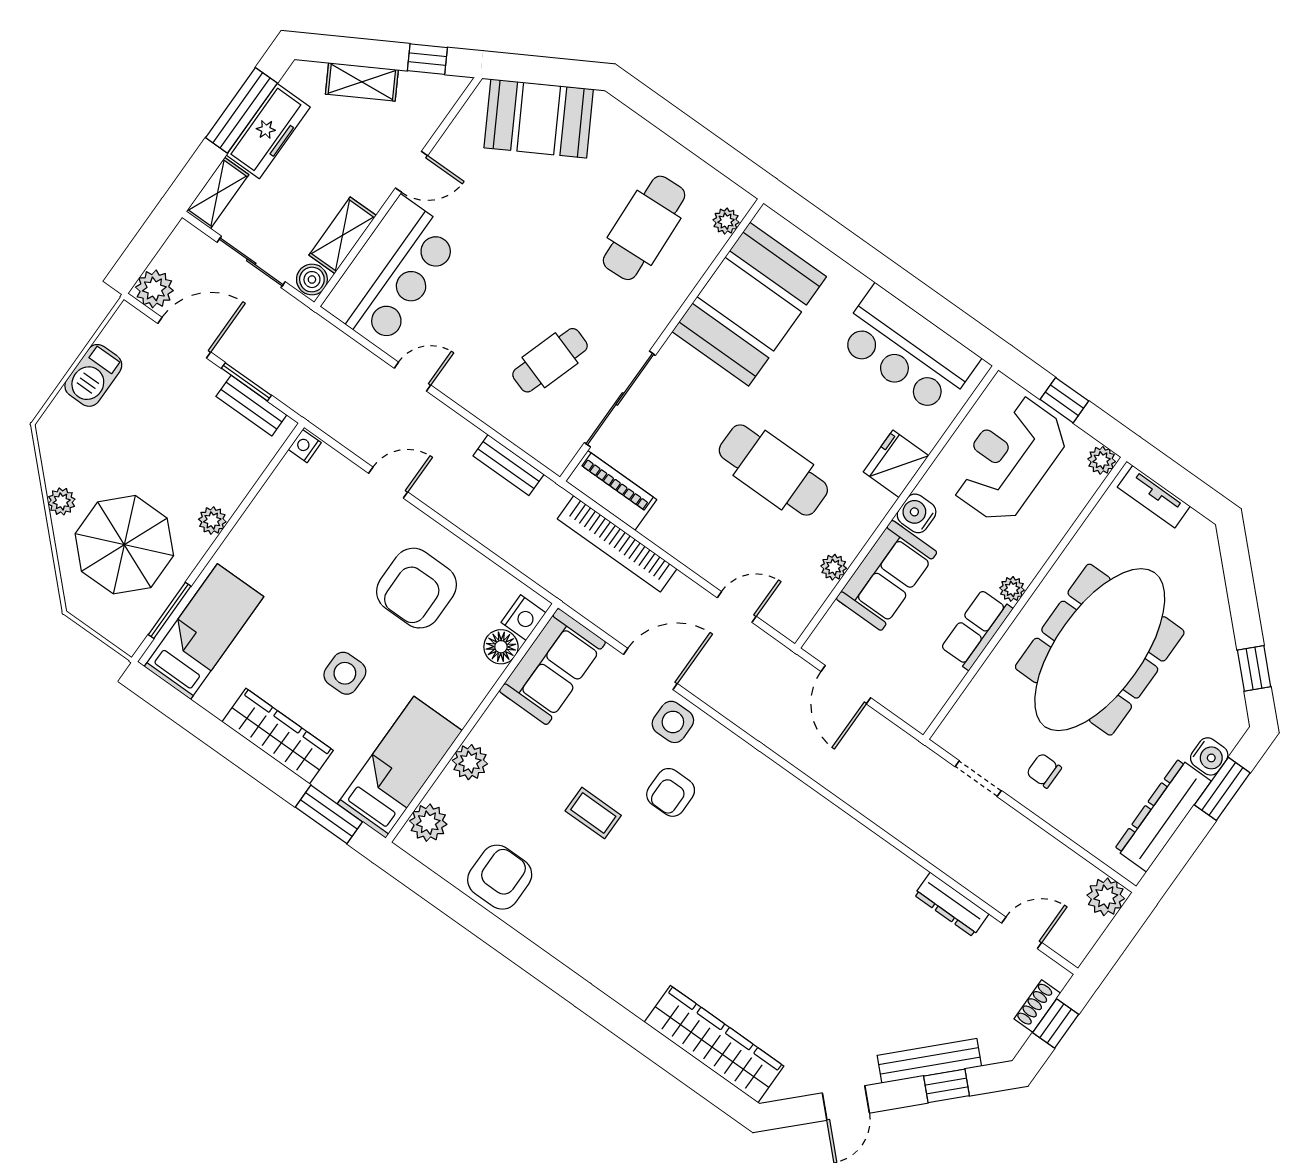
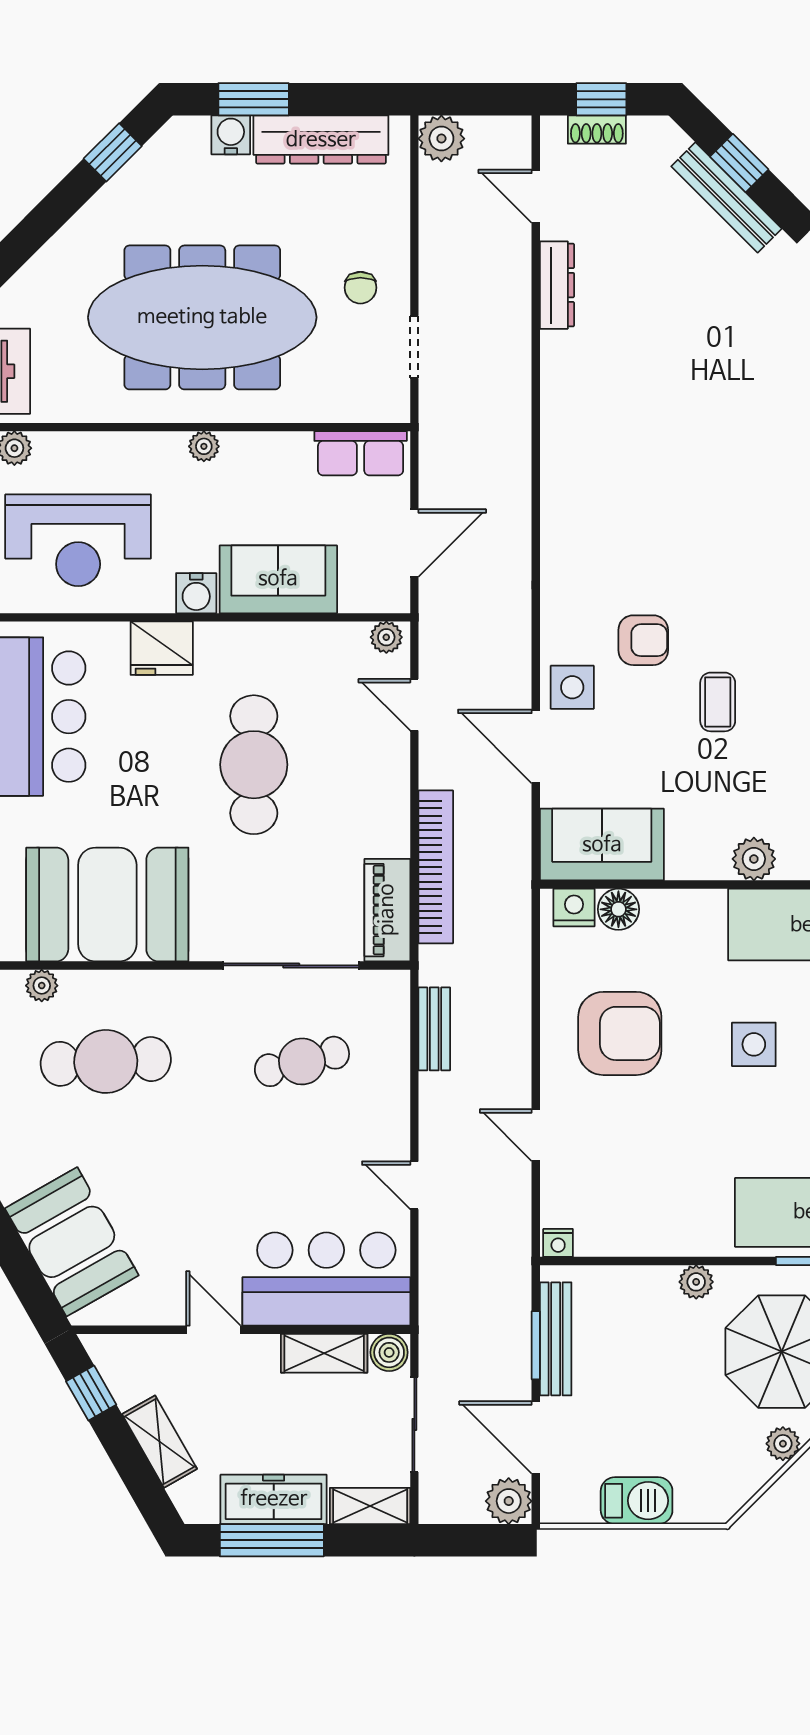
cafe table: (550, 360) -> (302, 1061), turned -33
bench: (251, 406) -> (556, 1339), width x1.36
plant: (834, 567) -> (386, 637), moved
row of seats: (976, 629) -> (361, 453), moved

